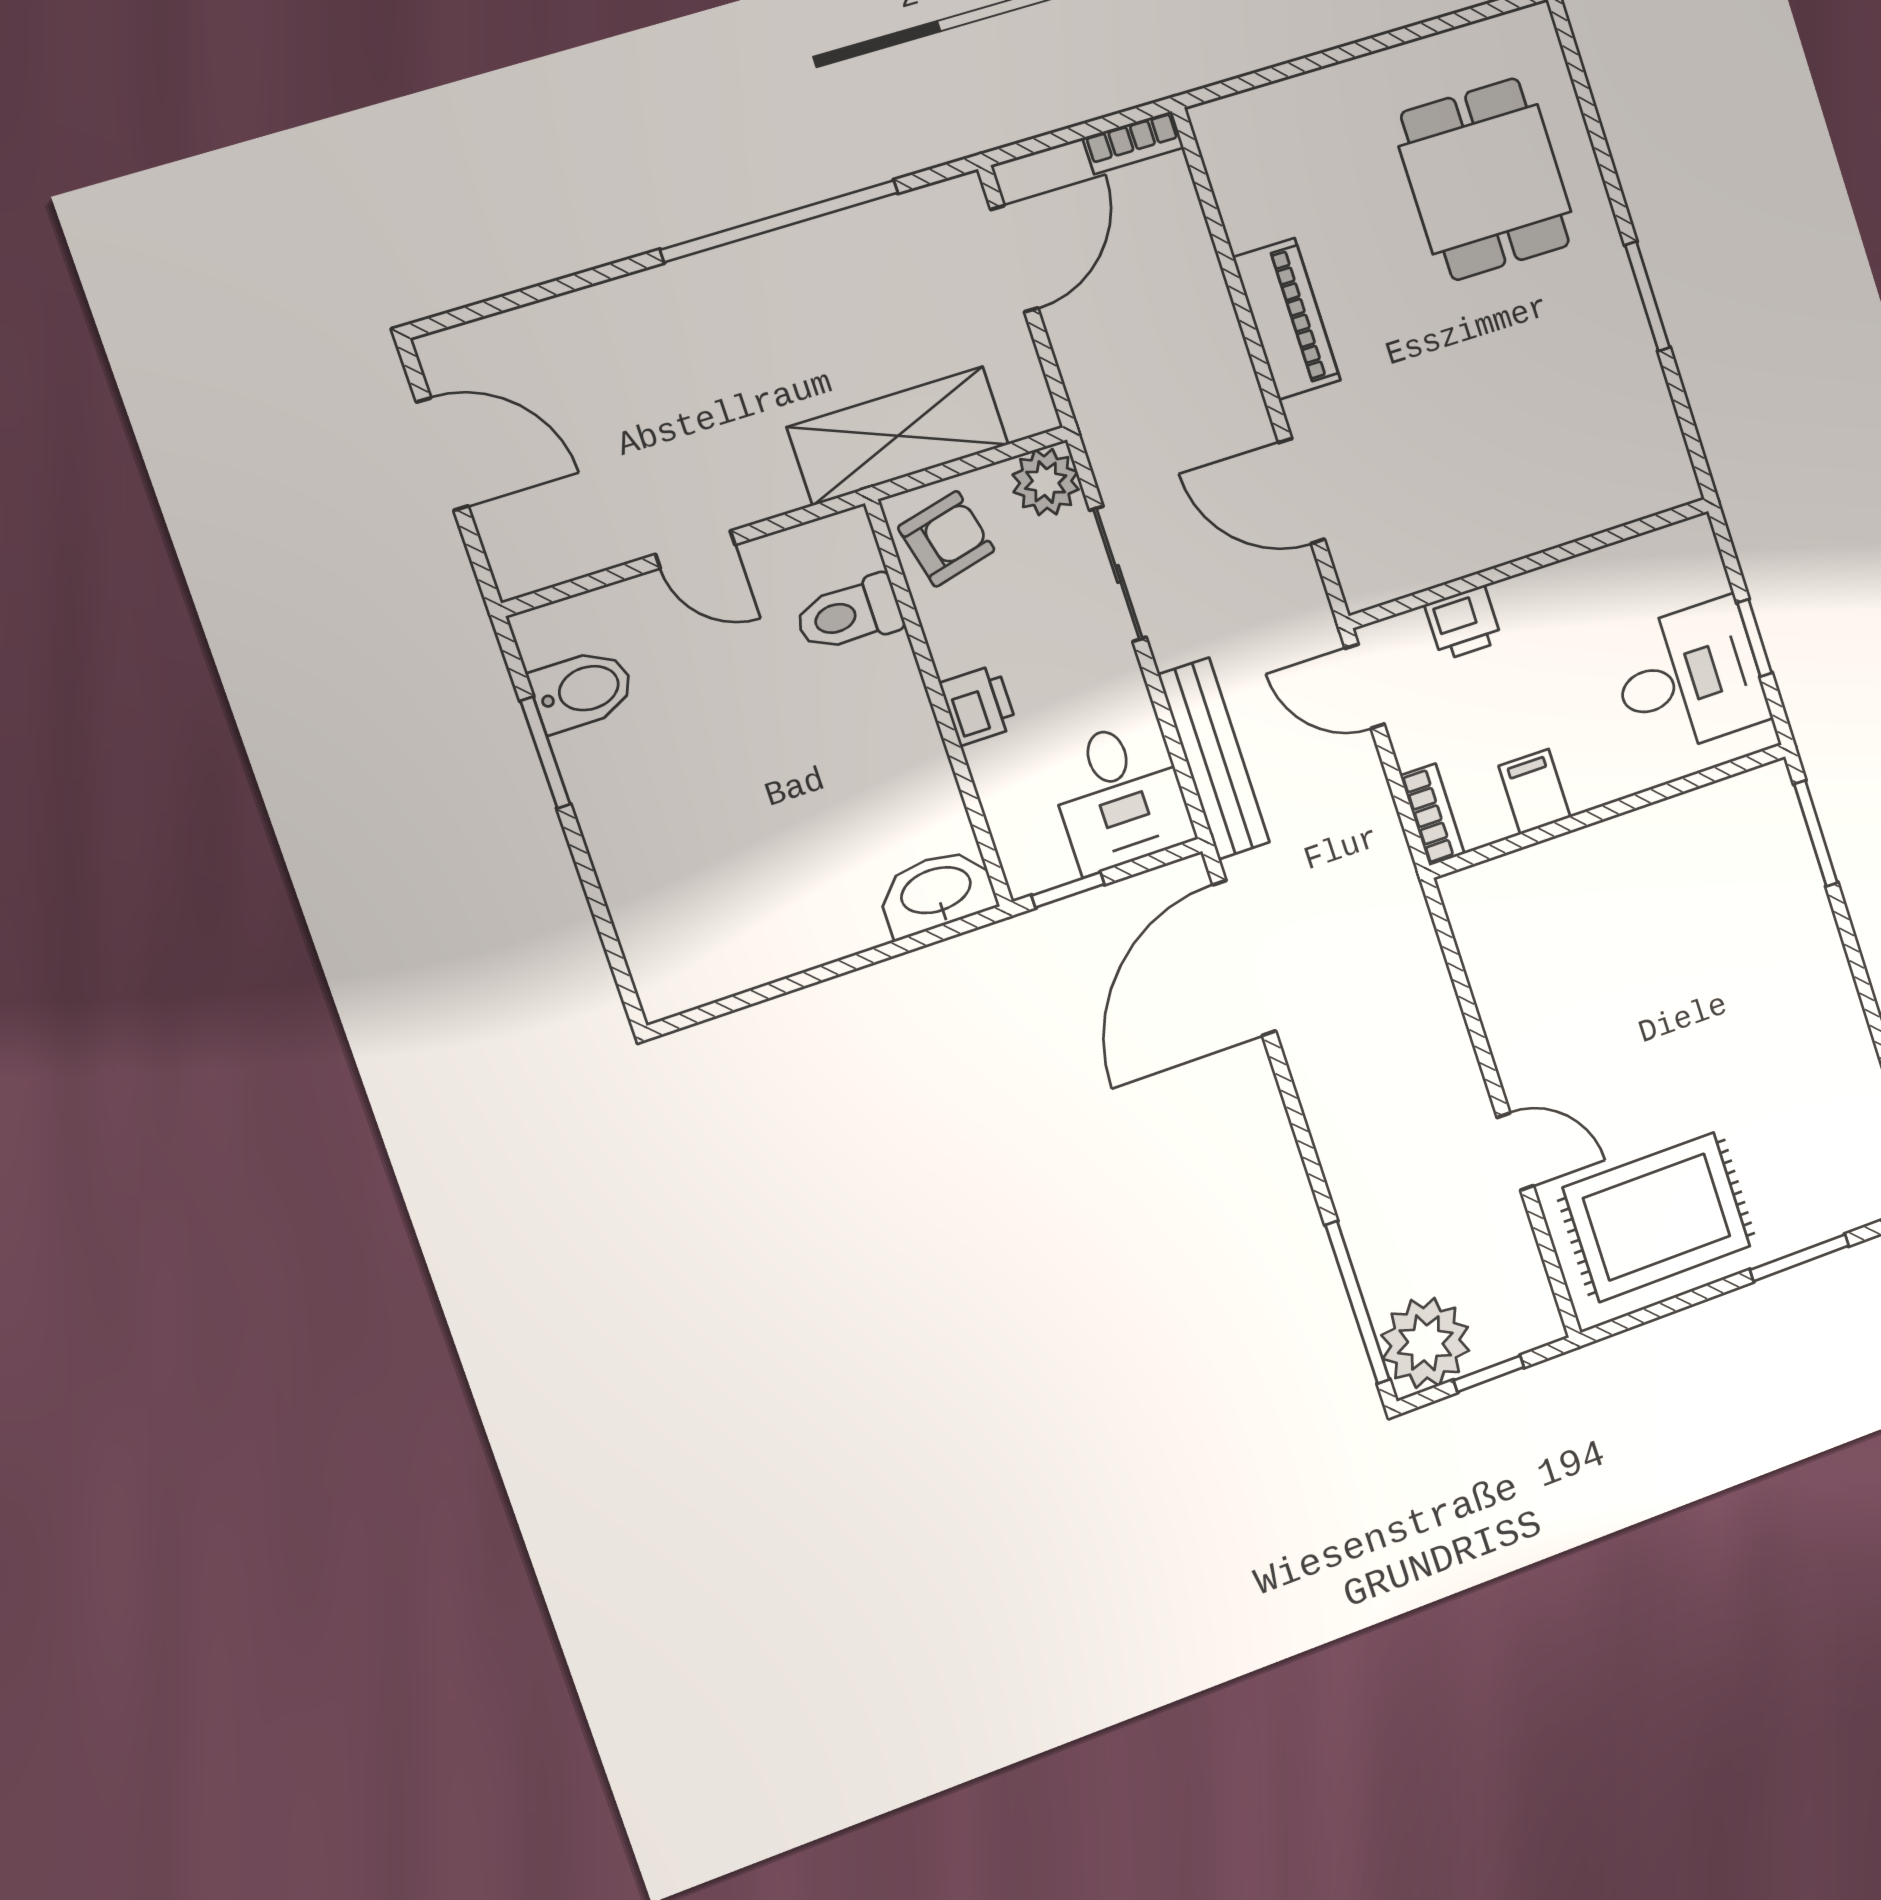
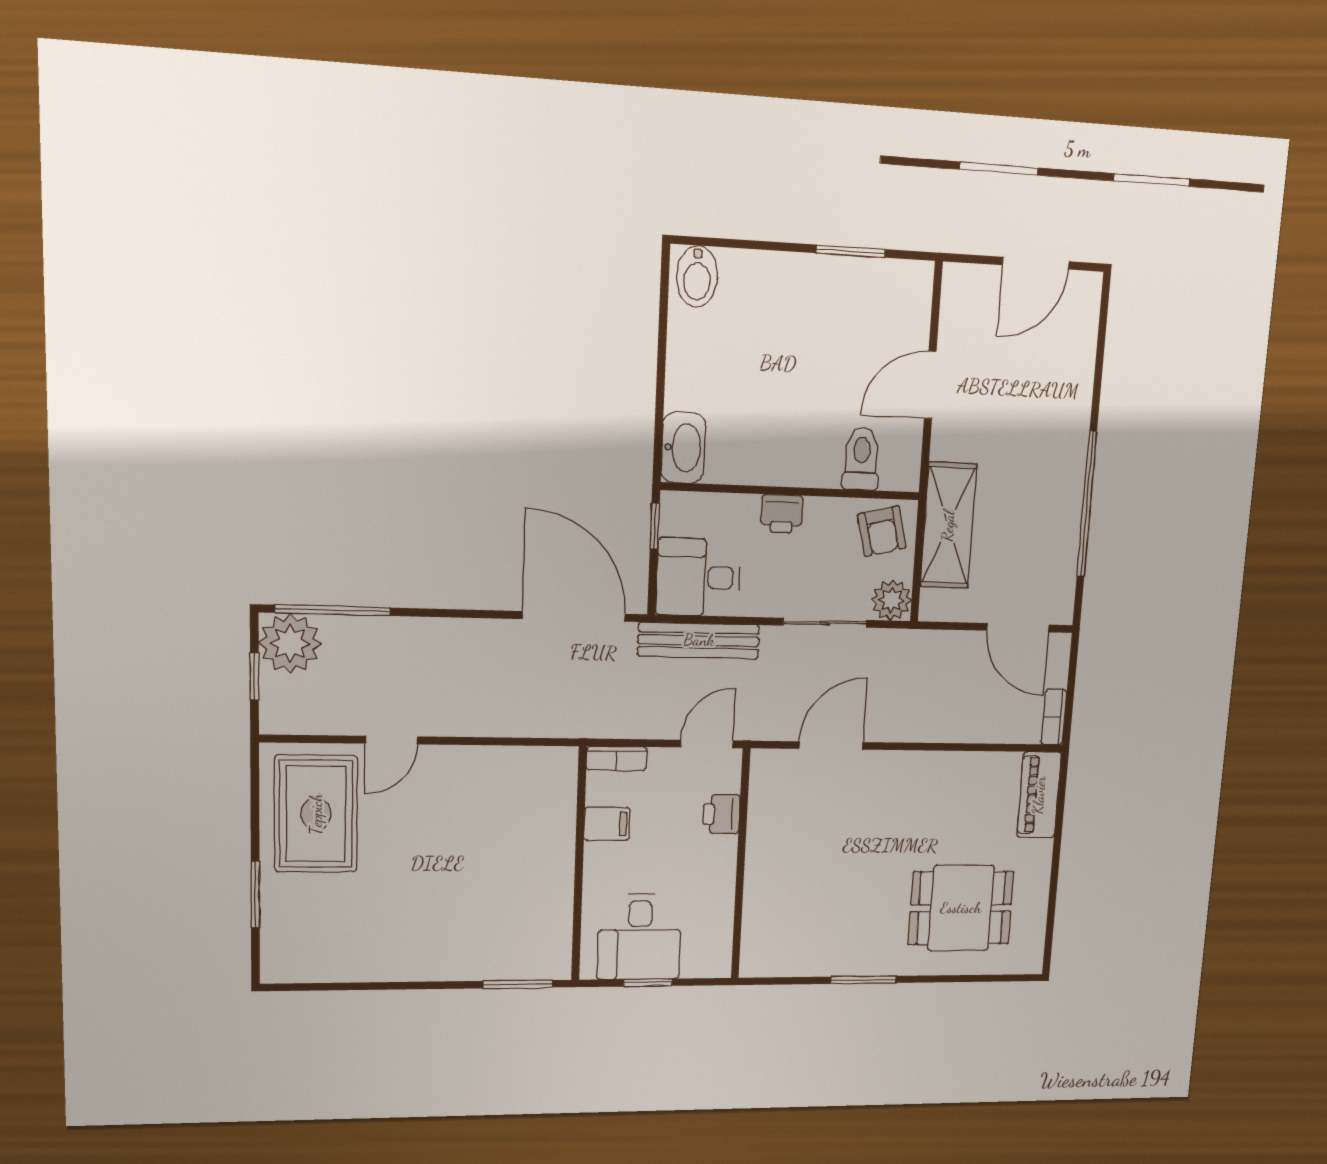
piano: (1287, 319) -> (1039, 795), moved, turned 90
door: (695, 550) -> (930, 385), width x1.38
bidet: (582, 690) -> (697, 276), moved

